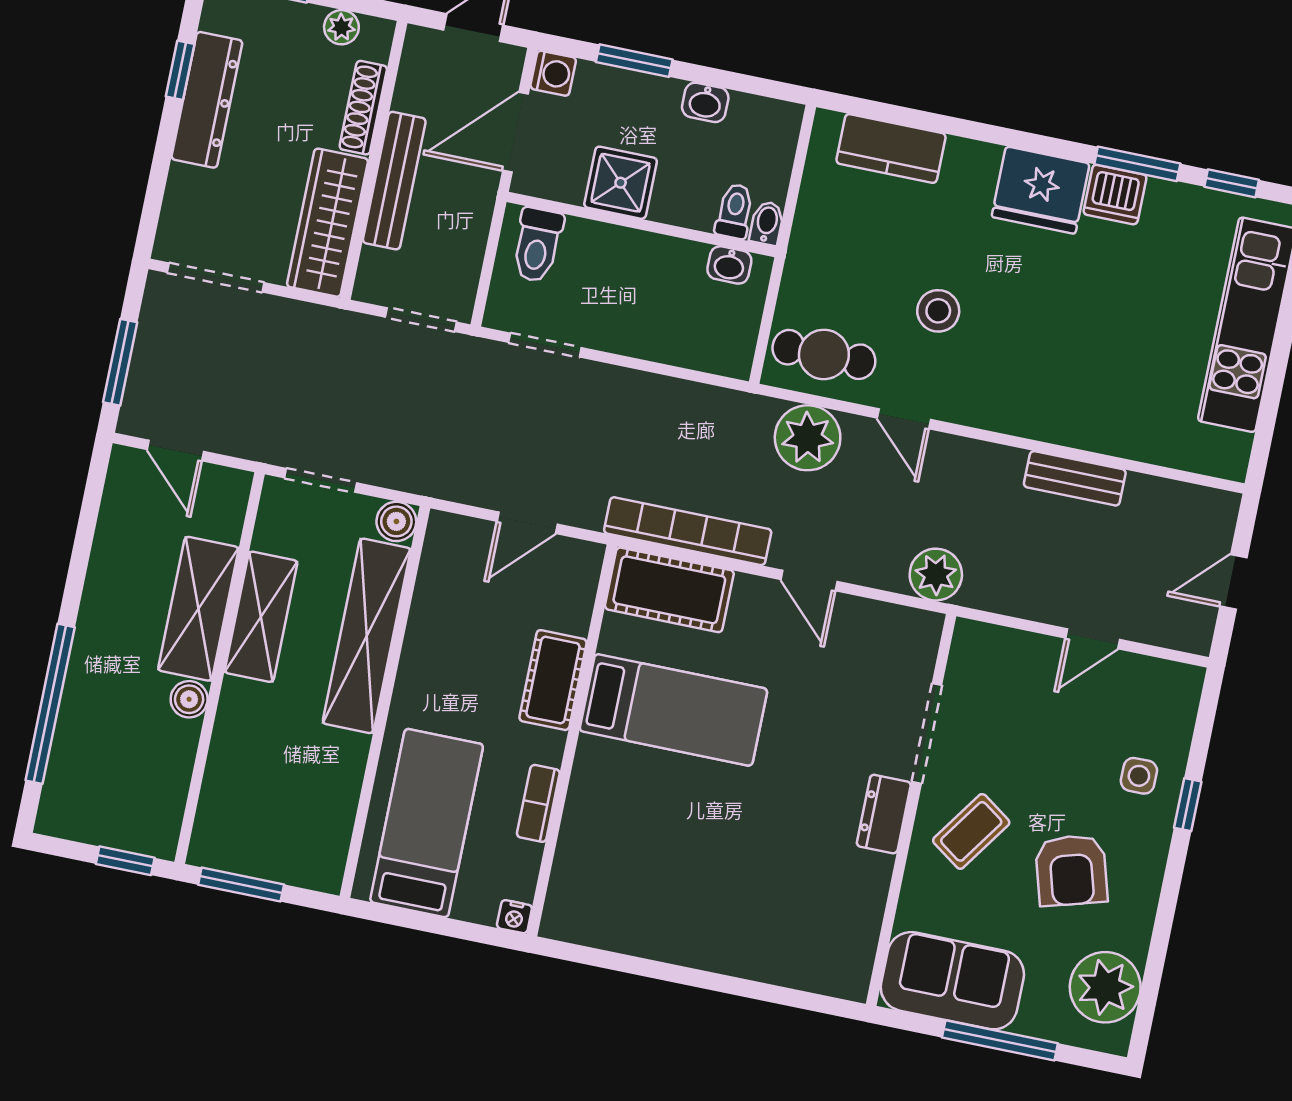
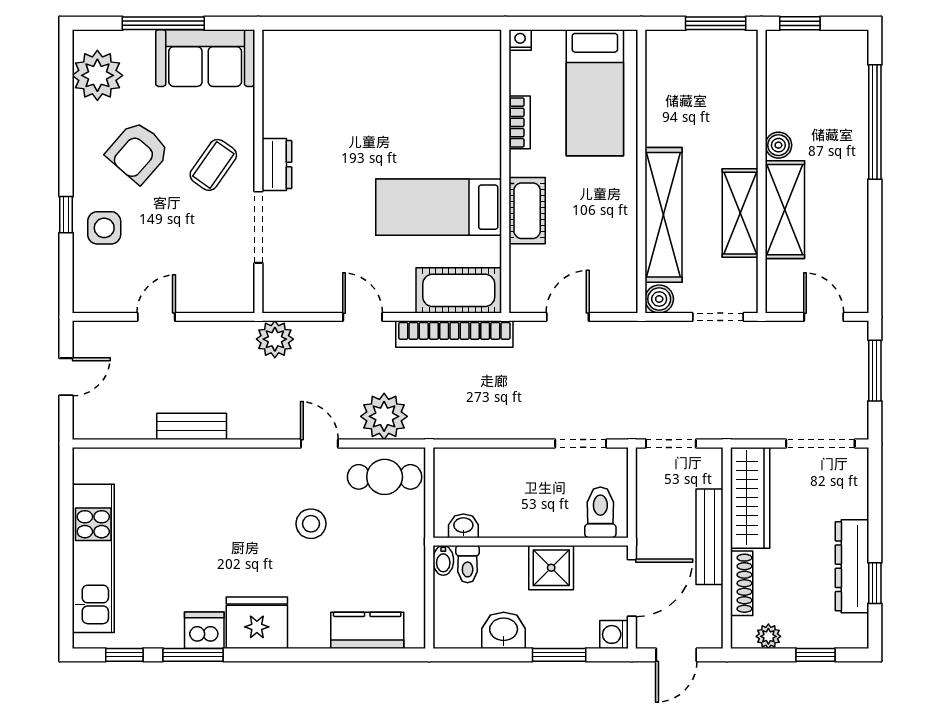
washbasin: (705, 102) -> (504, 630), width x1.38, depth x1.45
side table: (1139, 776) -> (104, 228), width x1.37, depth x1.37
armchair: (1071, 870) -> (138, 152), turned -123

